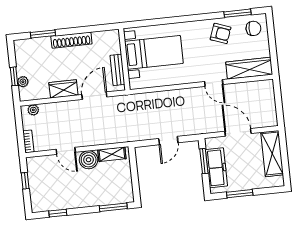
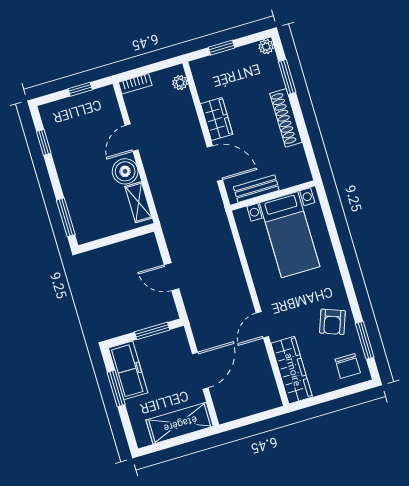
plant: (23, 82) -> (266, 47), moved
freezer: (216, 168) -> (128, 370), moved, turned -90

